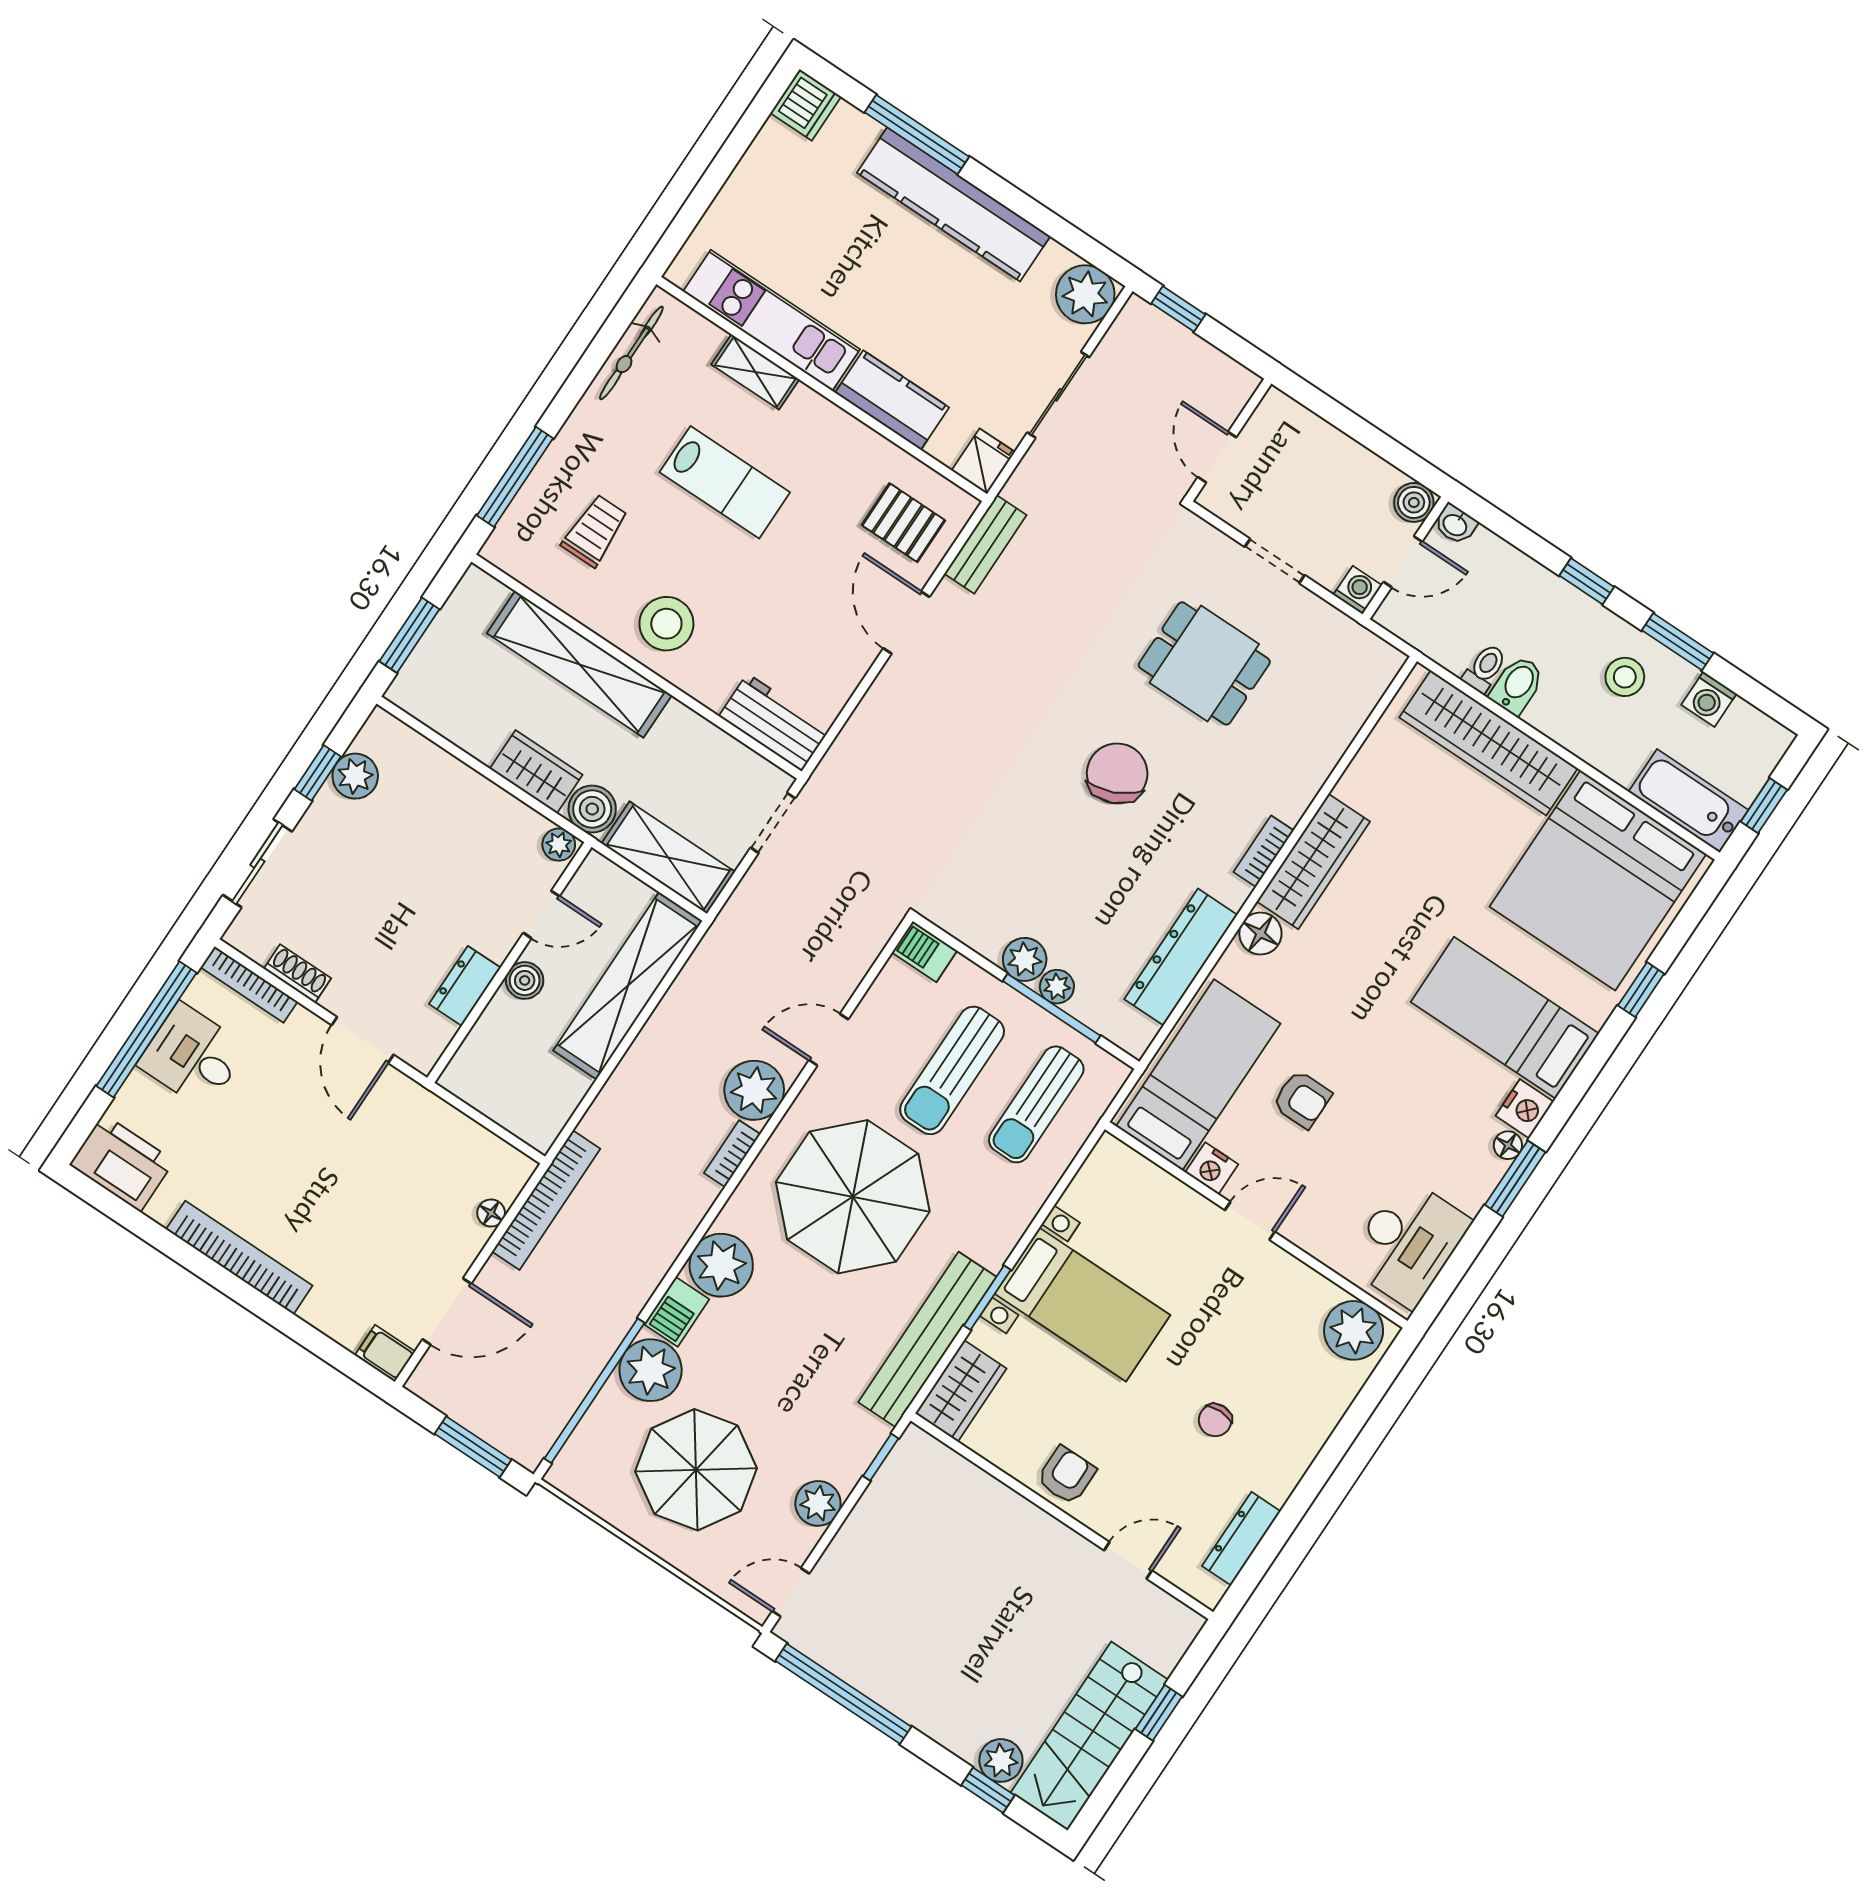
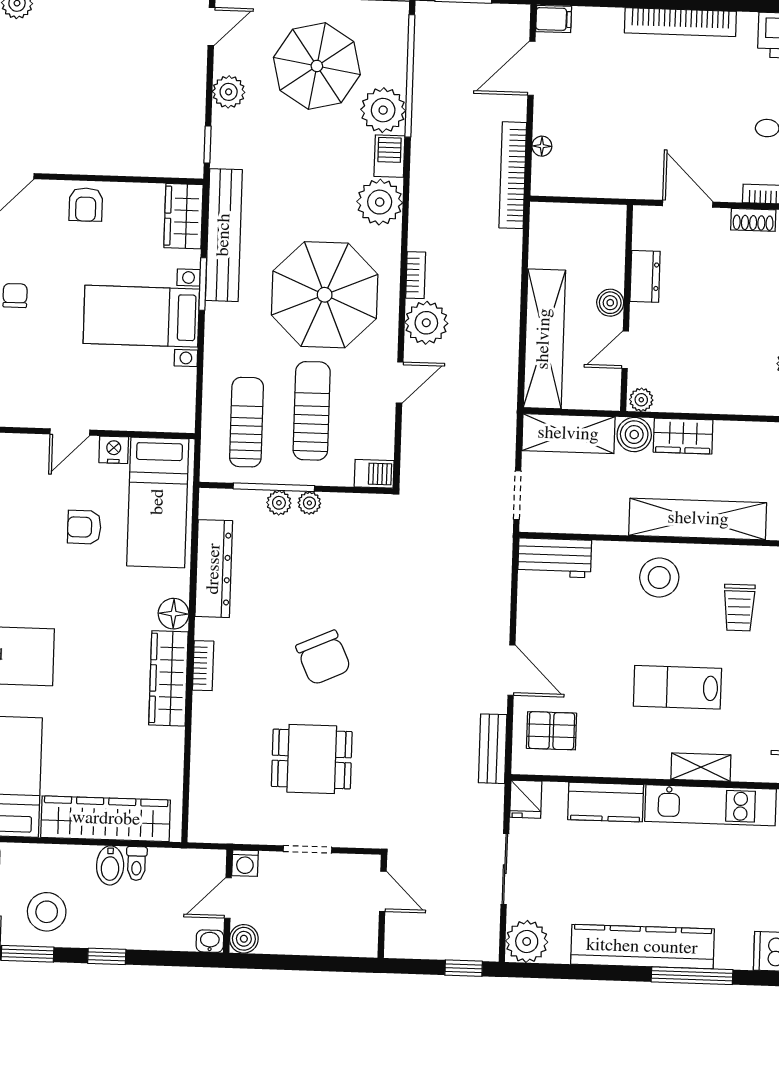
stool: (1625, 677) -> (47, 912), width x1.38, depth x1.38
plant: (1025, 959) -> (309, 503), width x0.73, depth x0.73

